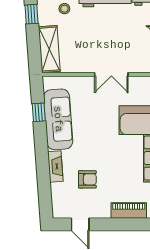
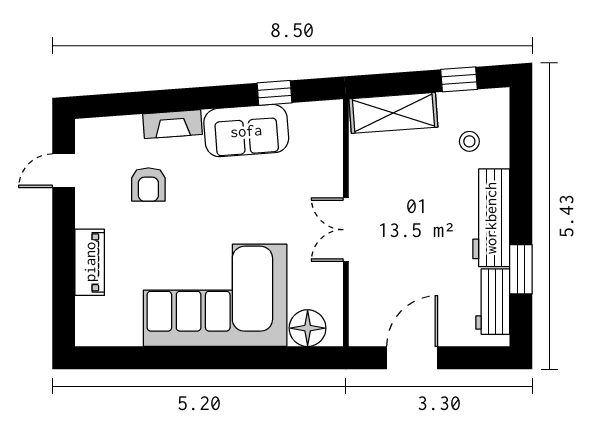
sofa: (58, 119) -> (246, 131), width x0.73

